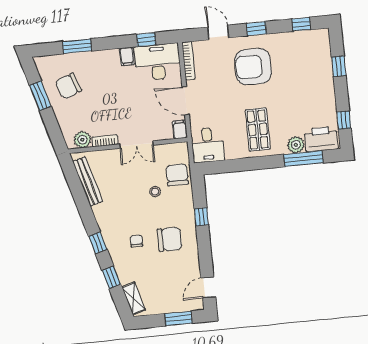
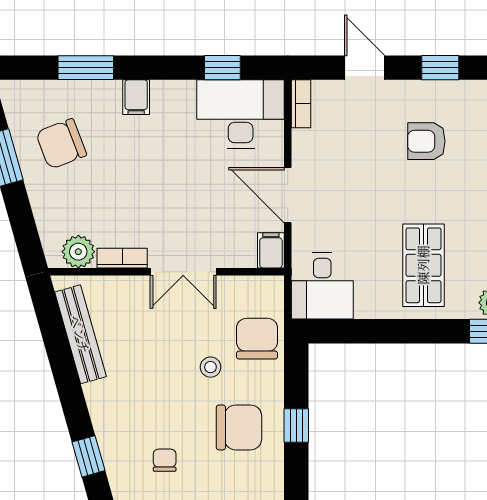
filing cabinet: (127, 56) -> (136, 97), moved
bookcase: (188, 61) -> (301, 104), width x0.64
armchair: (253, 67) -> (426, 141), width x0.53, depth x0.53
chair: (170, 239) -> (239, 427), moved

